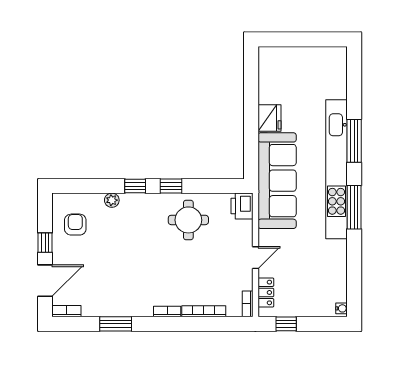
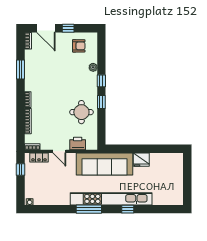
window: (354, 141) -> (128, 209), width x0.46
printer: (242, 206) -> (78, 144), moved

